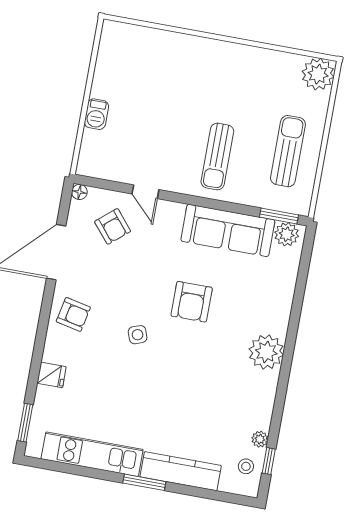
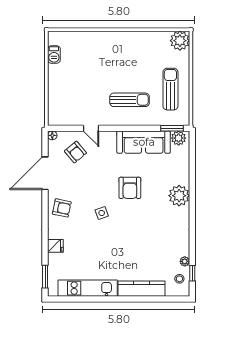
barbecue: (96, 114) -> (54, 54), moved
sun lounger: (217, 156) -> (130, 100), turned -90
plant: (266, 352) -> (179, 196), moved
window: (144, 482) -> (121, 299), removed

